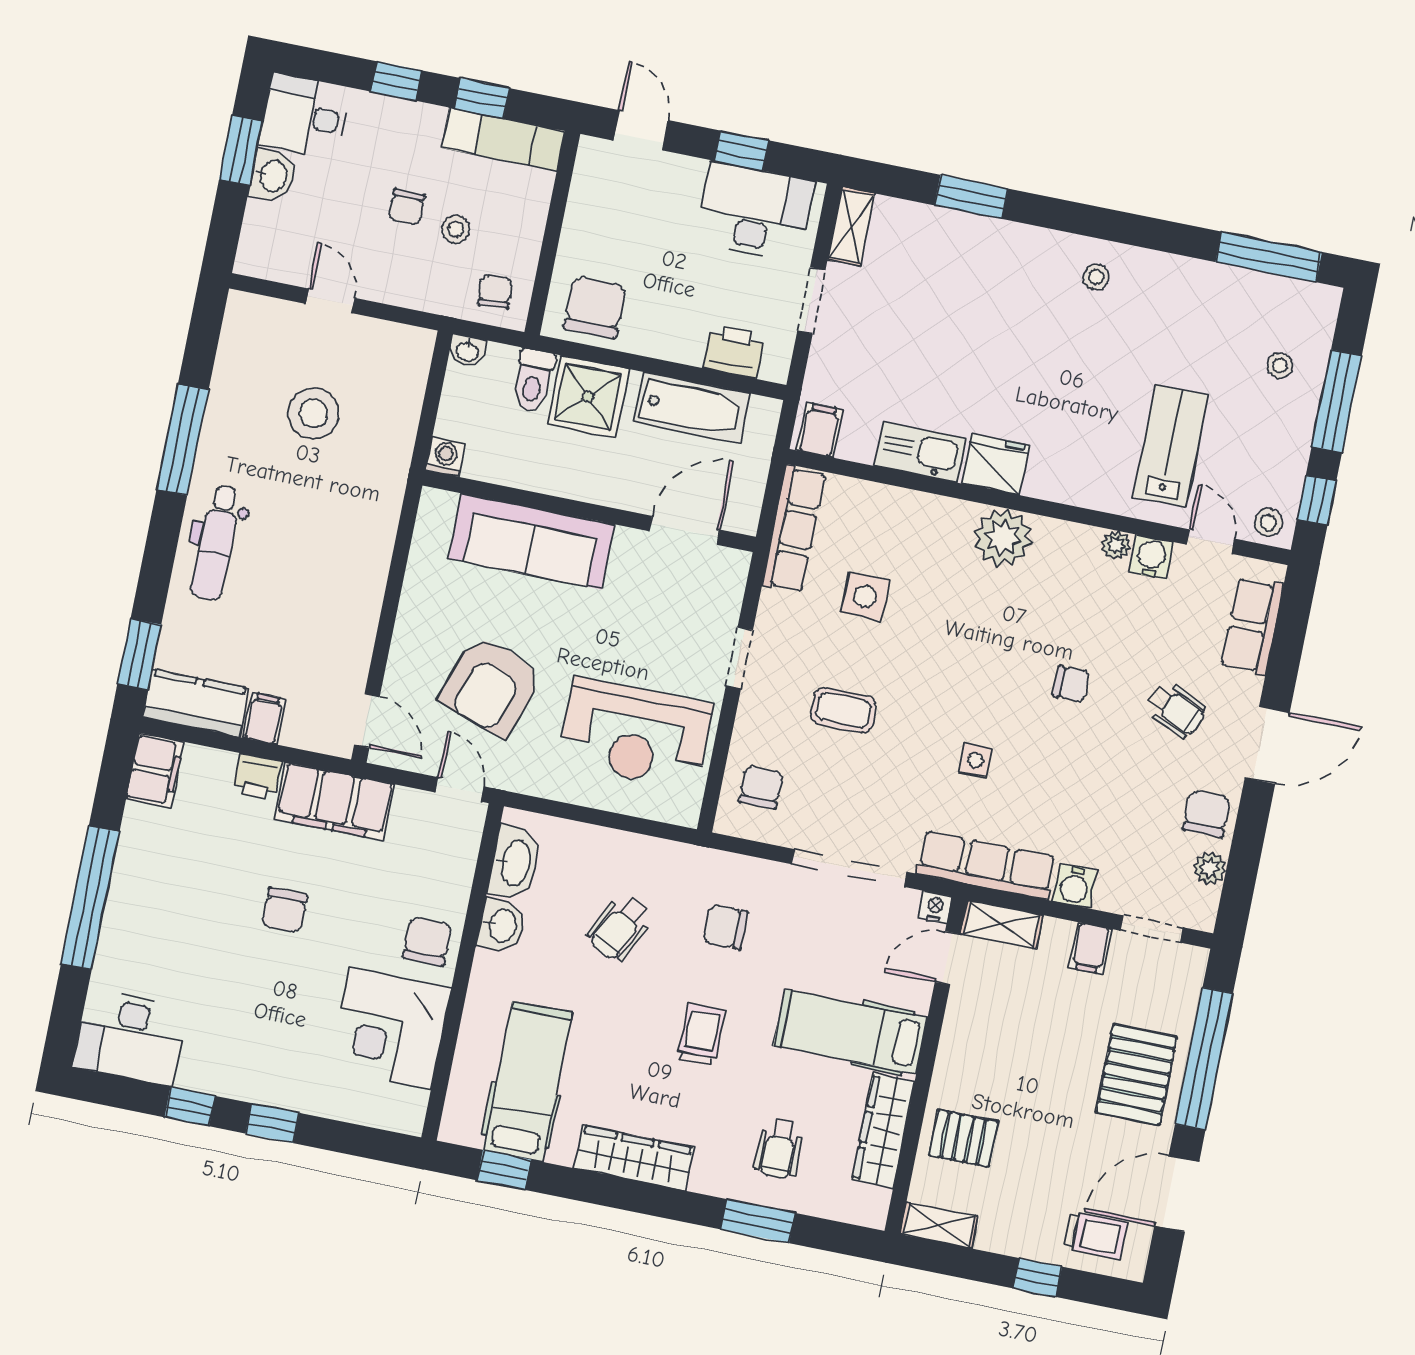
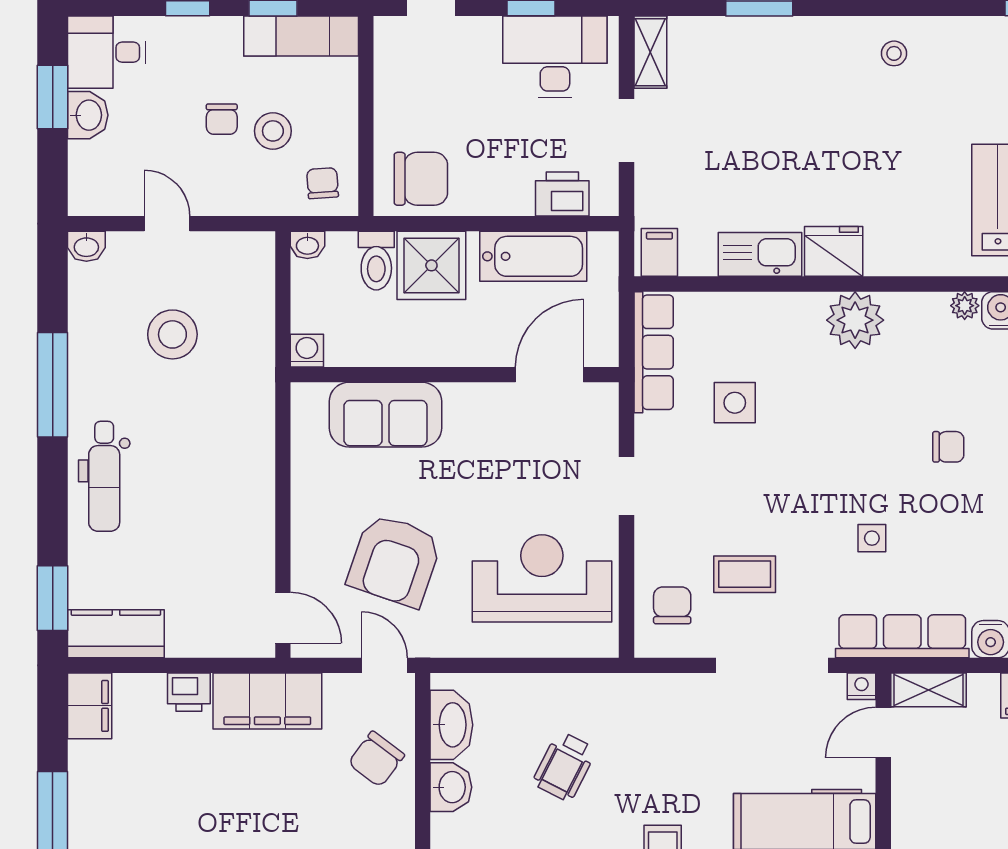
stool: (456, 229) -> (273, 131), width x1.37, depth x1.37
washbasin: (245, 307) -> (86, 246), added
chair: (595, 307) -> (421, 179), turned 90
sofa: (532, 542) -> (385, 415), width x0.73
coffee table: (843, 710) -> (745, 574), moved
filing cabinet: (264, 718) -> (184, 635), removed
reception desk: (636, 734) -> (542, 578), turned 180
chair: (285, 910) -> (241, 815), removed
chair: (726, 927) -> (665, 745), removed
chair: (427, 941) -> (376, 759), moved, turned -143

